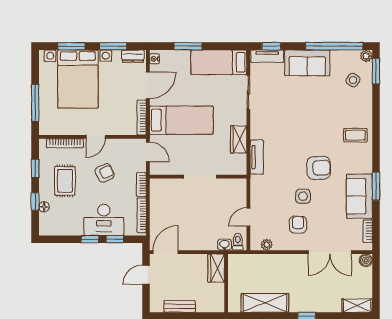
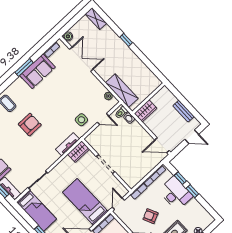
wardrobe: (239, 139) -> (79, 152), moved
armchair: (319, 168) -> (30, 125), moved, turned 93
side table: (303, 196) -> (81, 120), moved
armchair: (298, 225) -> (83, 89), removed
door: (146, 275) -> (192, 137), moved
shelving: (265, 303) -> (122, 91), moved

